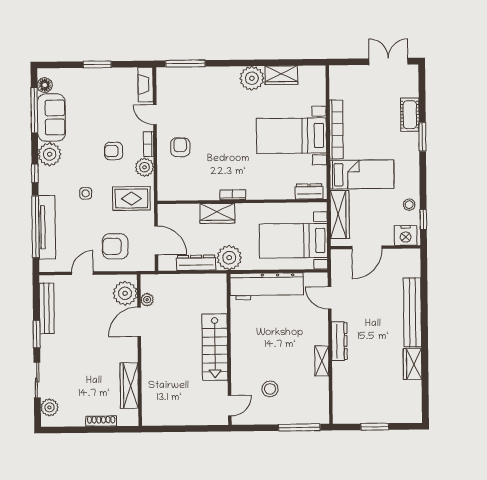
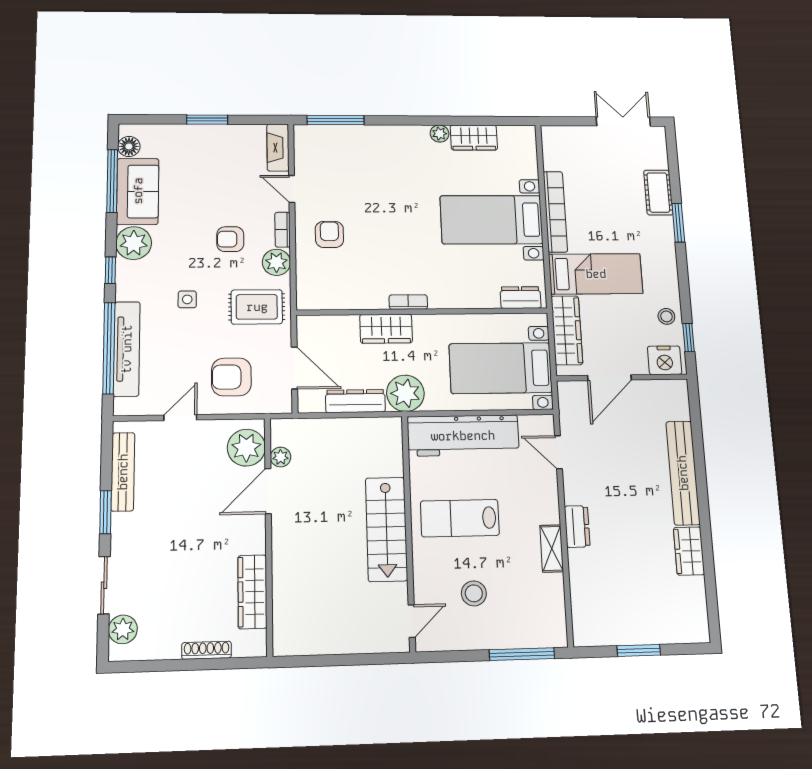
plant: (252, 78) -> (440, 134), width x0.53, depth x0.53
lab bench: (263, 341) -> (460, 518), added
dresser: (339, 341) -> (577, 526), width x0.70

